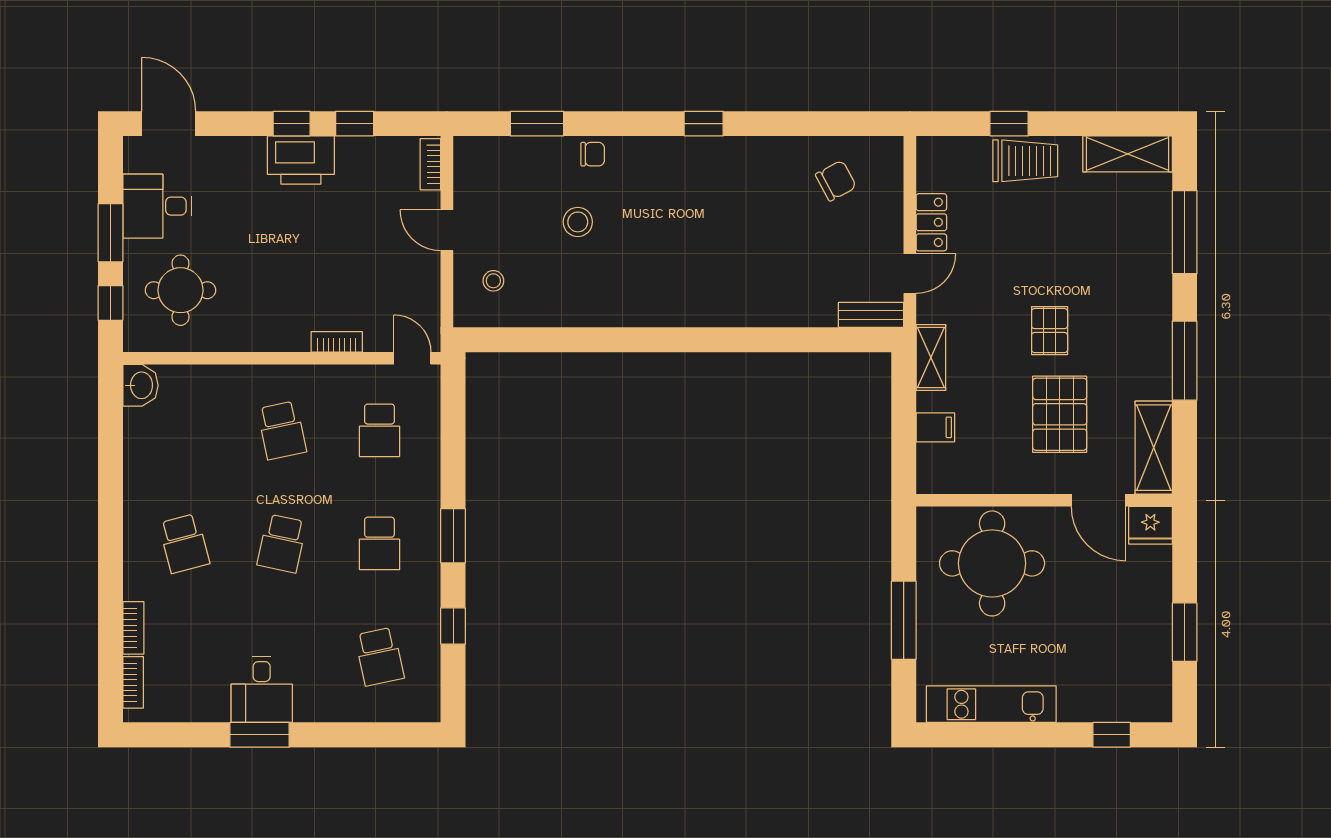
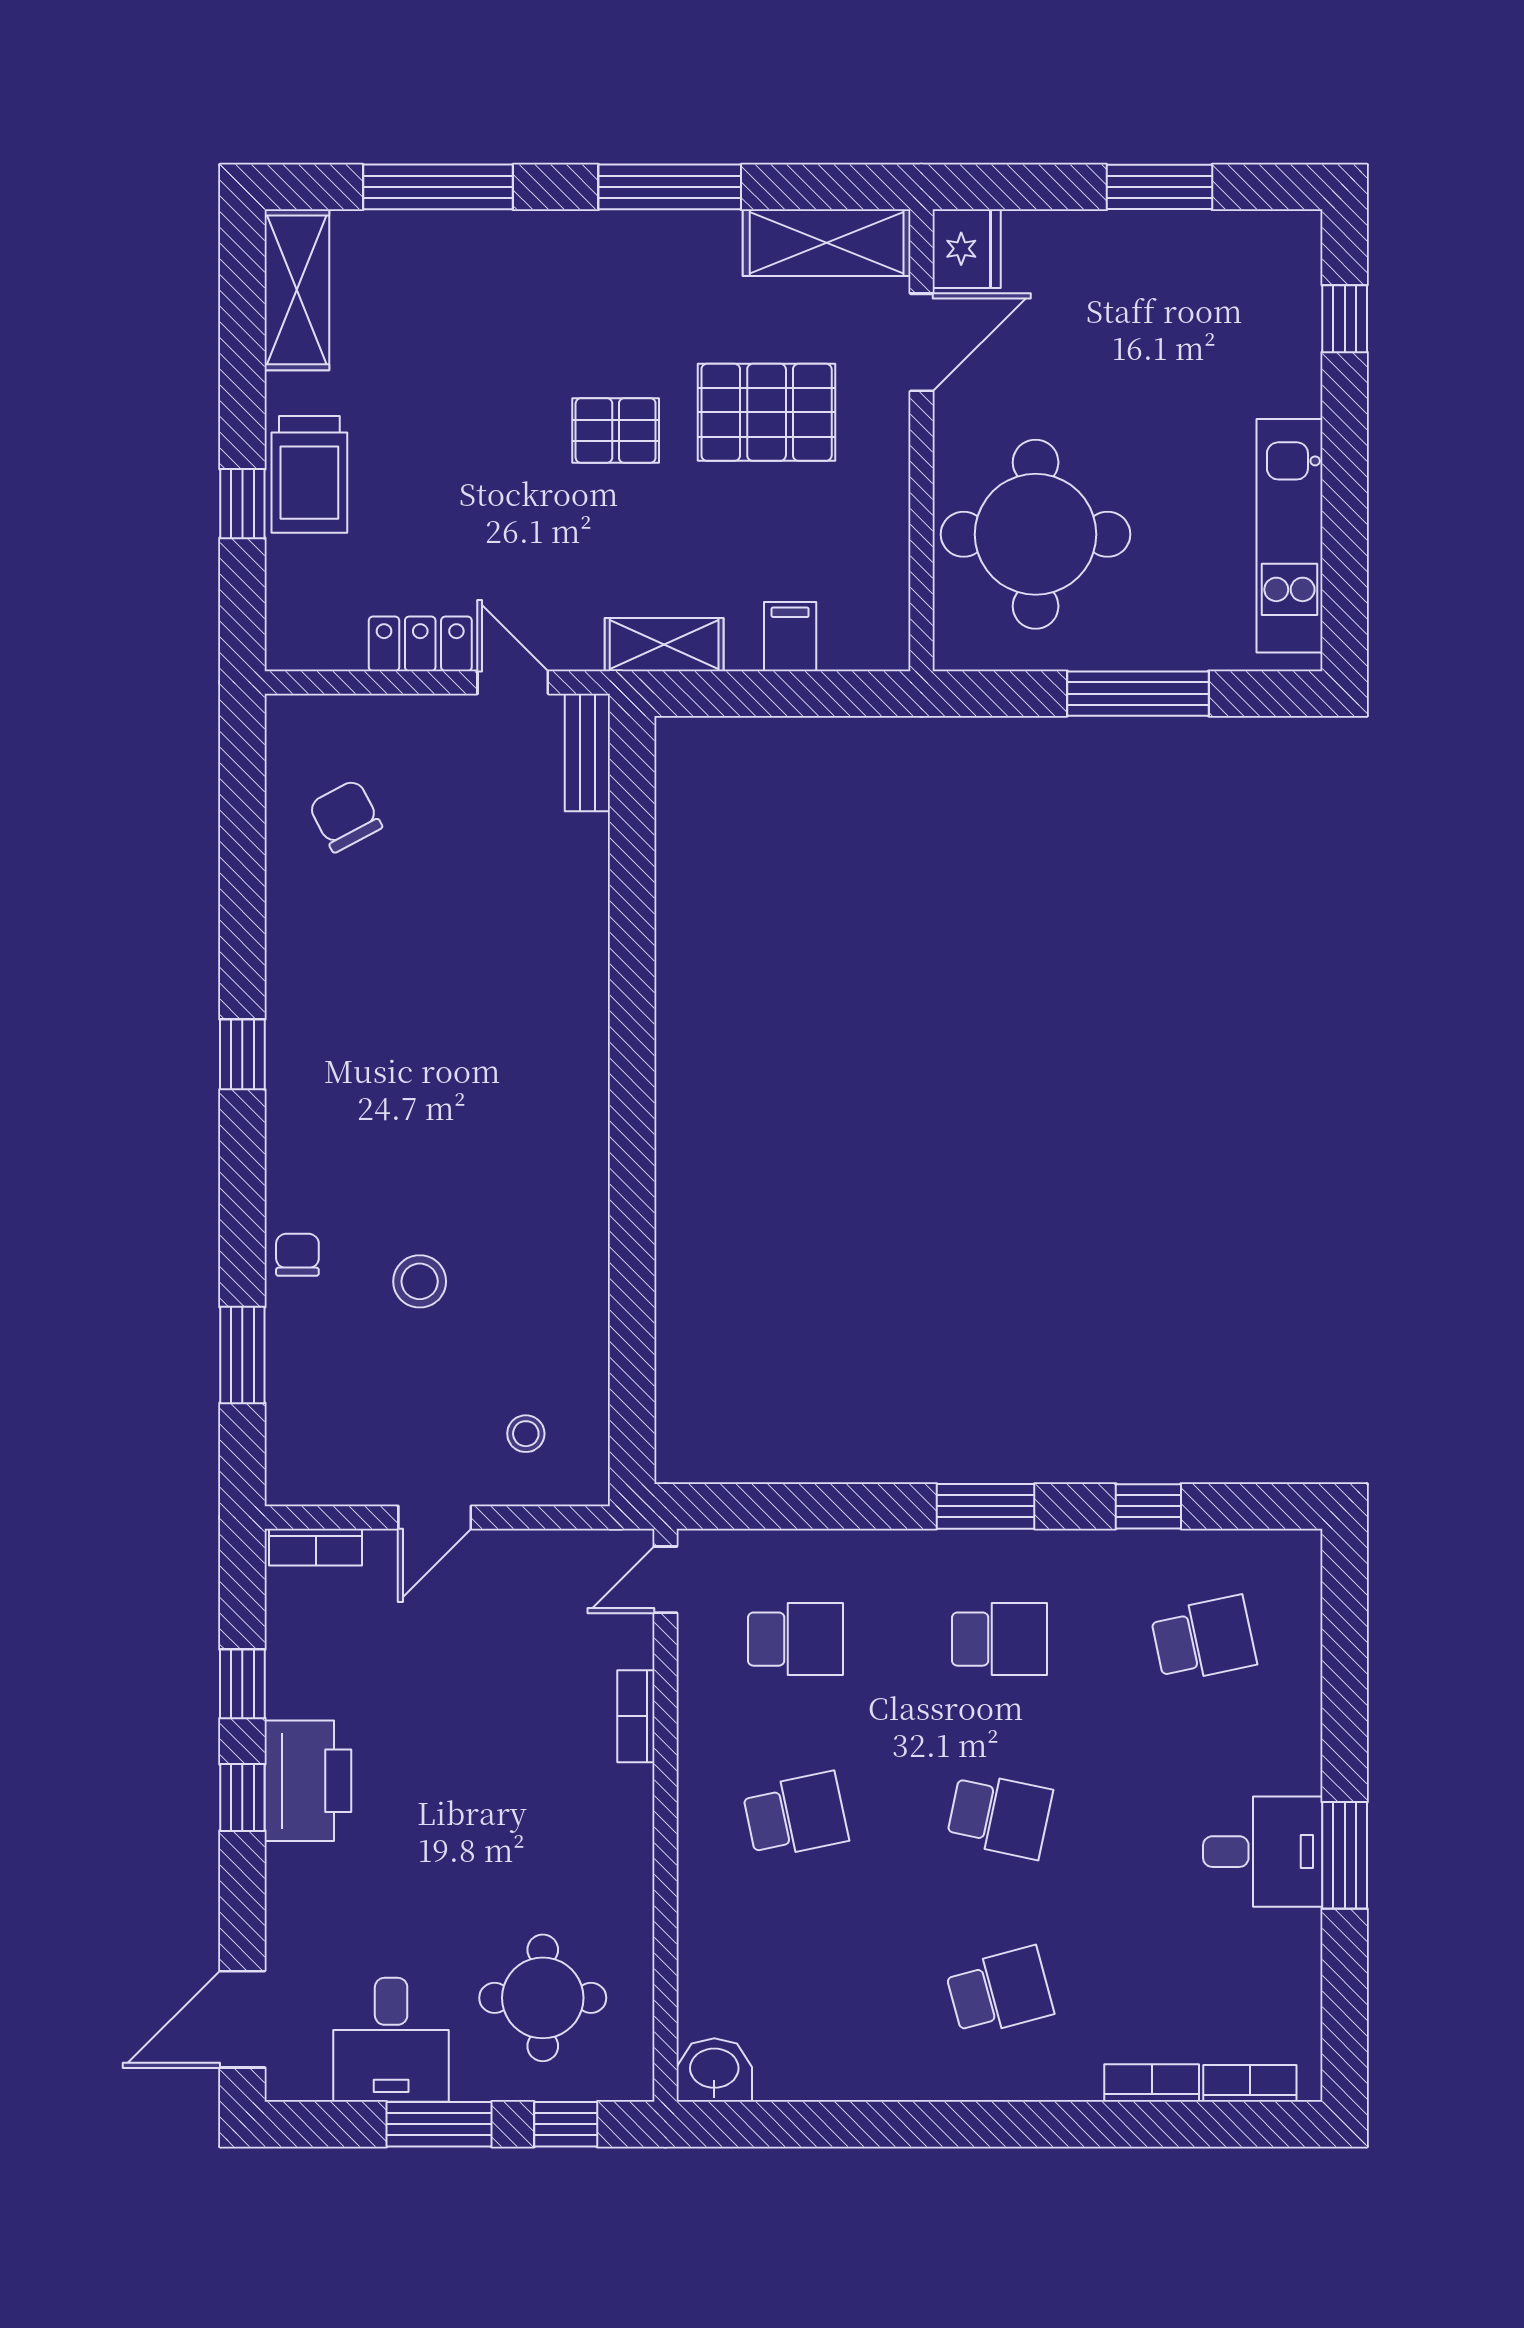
trolley: (1025, 161) -> (309, 474), turned 180

